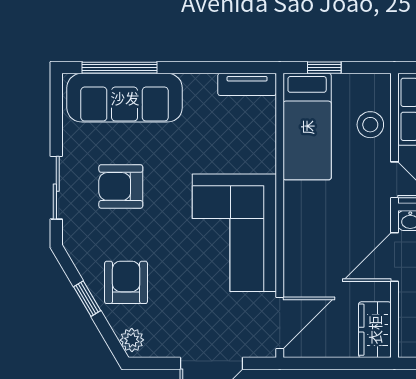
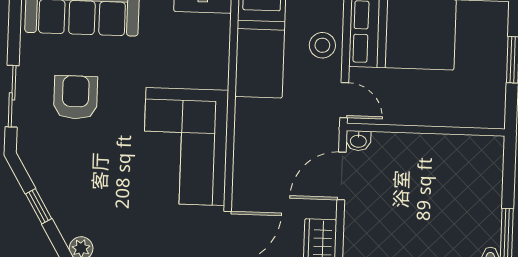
armchair: (121, 186) -> (76, 97), turned 90
armchair: (126, 282) -> (77, 192), removed

